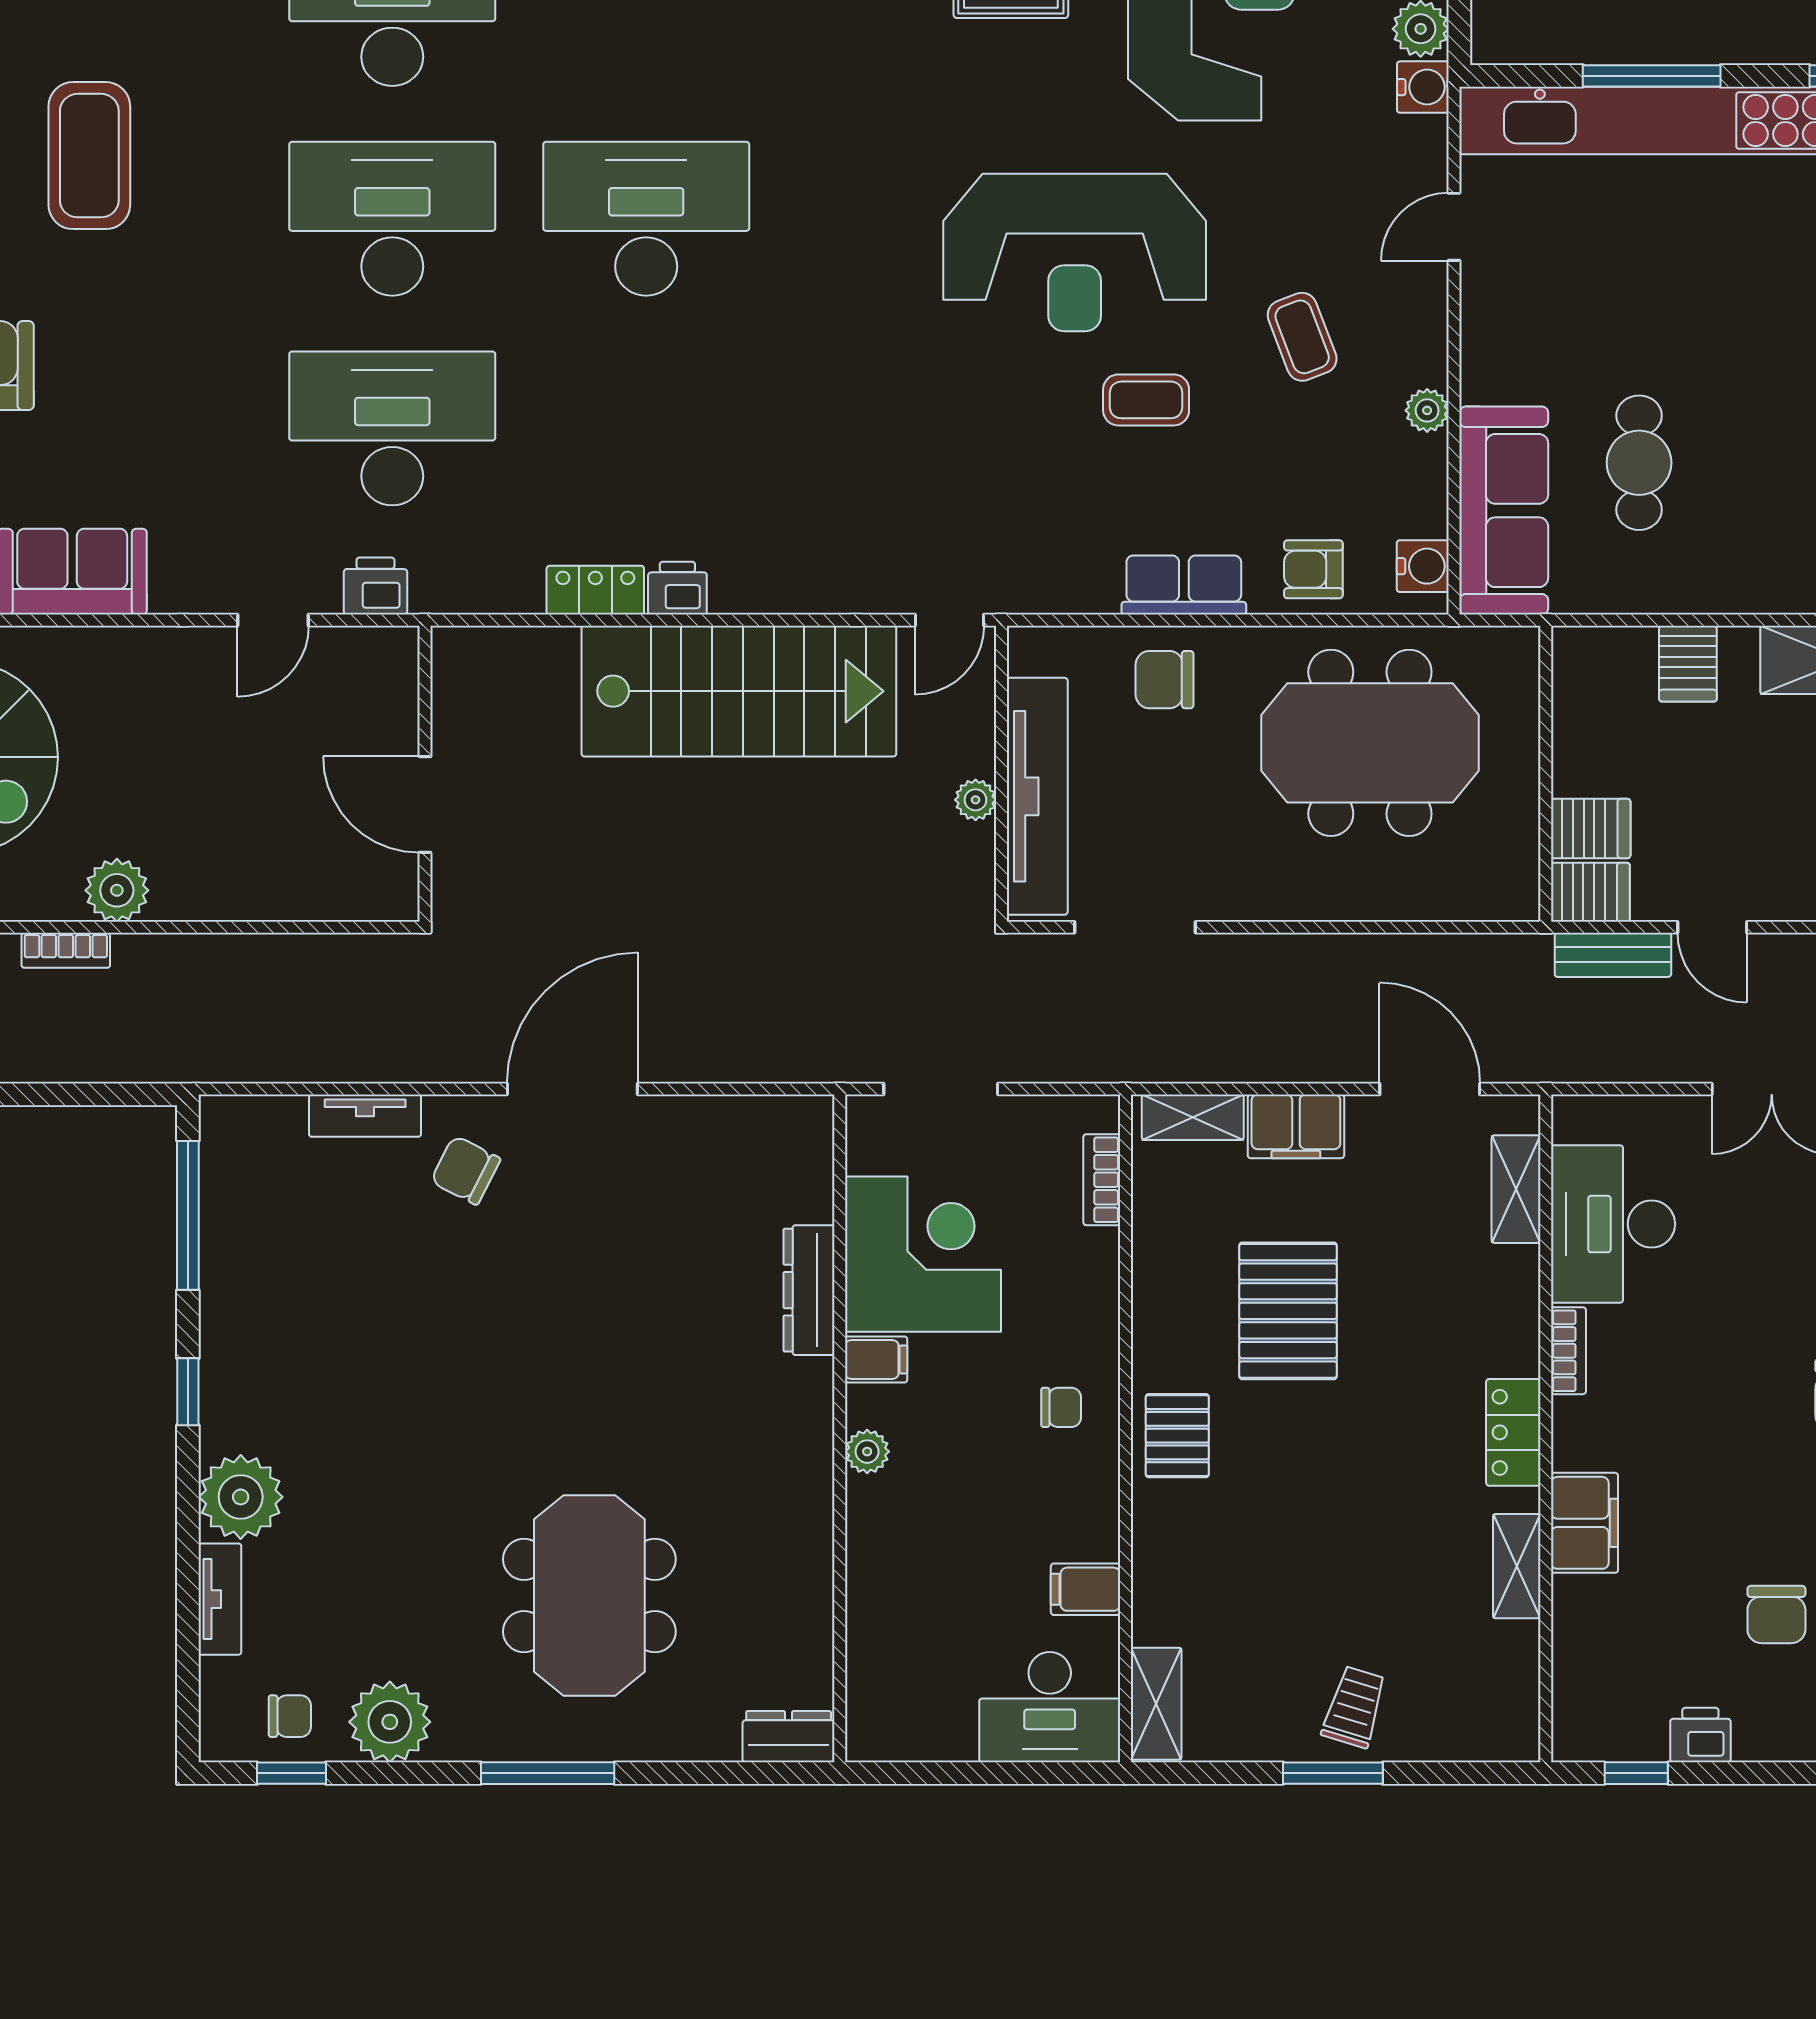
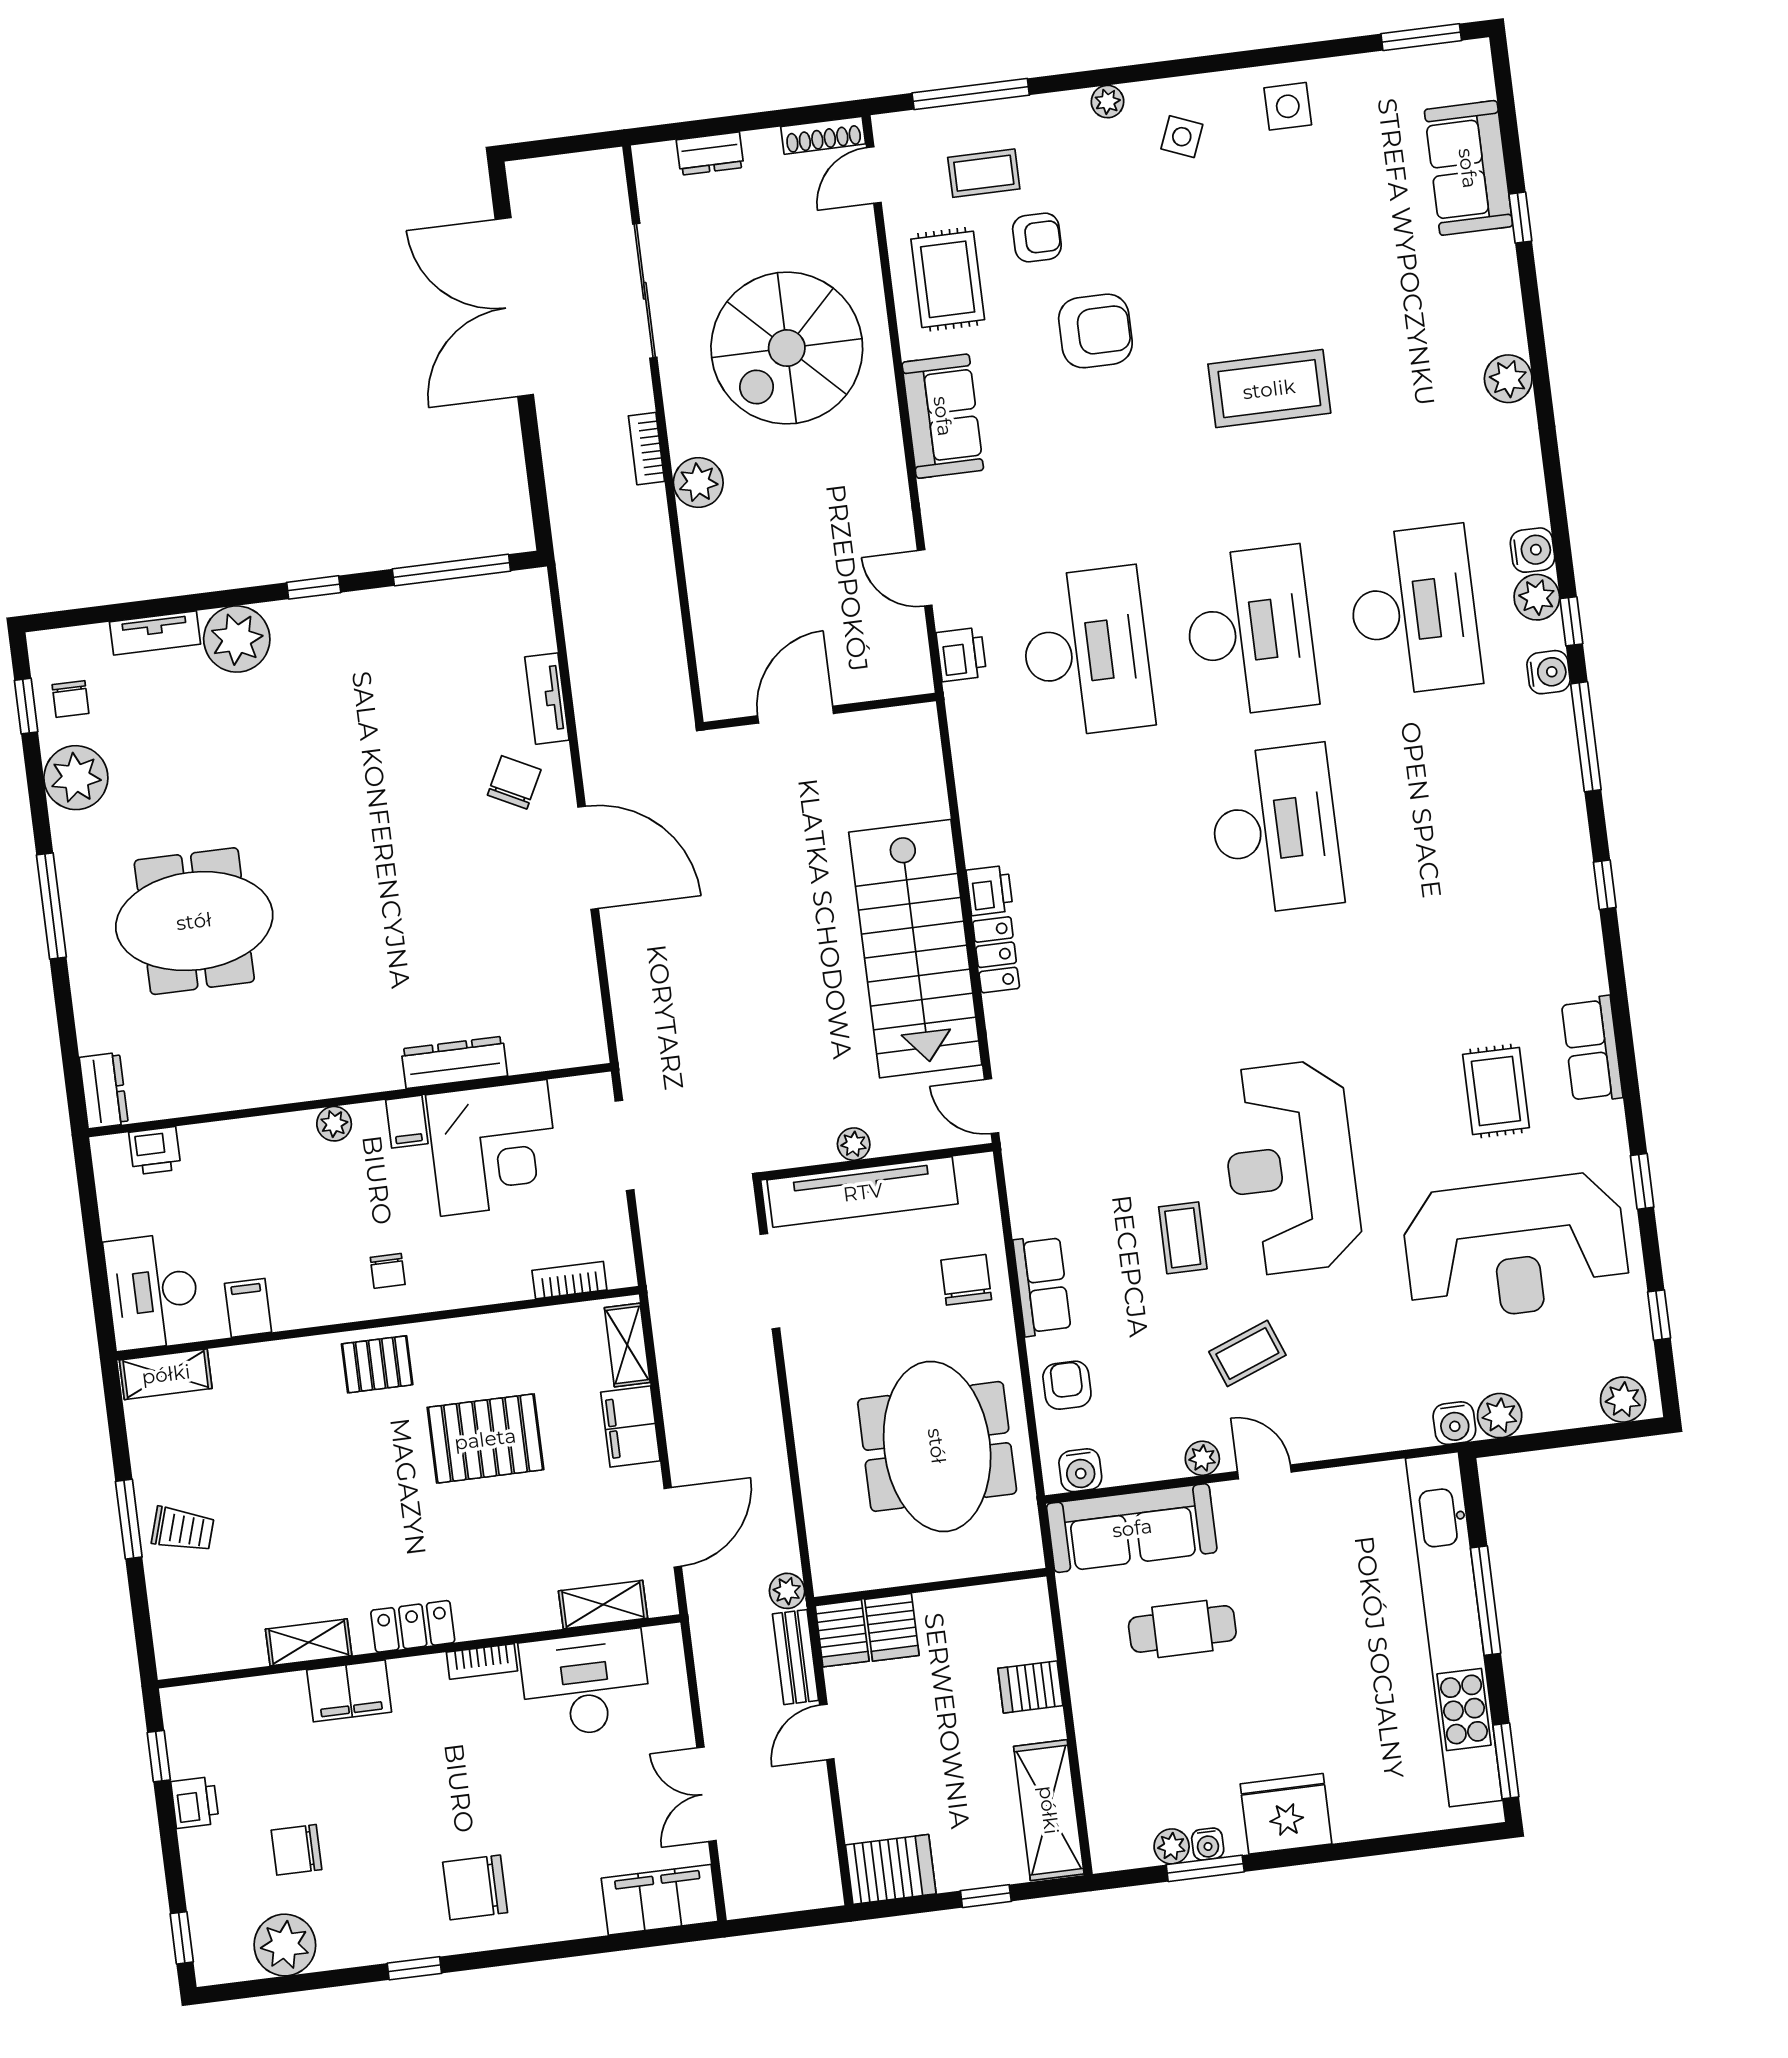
door: (1454, 227) -> (1264, 1472), moved
locker: (595, 590) -> (996, 955), moved
plant: (1528, 955) -> (787, 1591), added
printer: (873, 1682) -> (155, 1151), added

